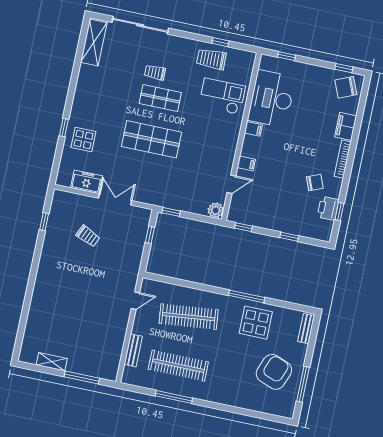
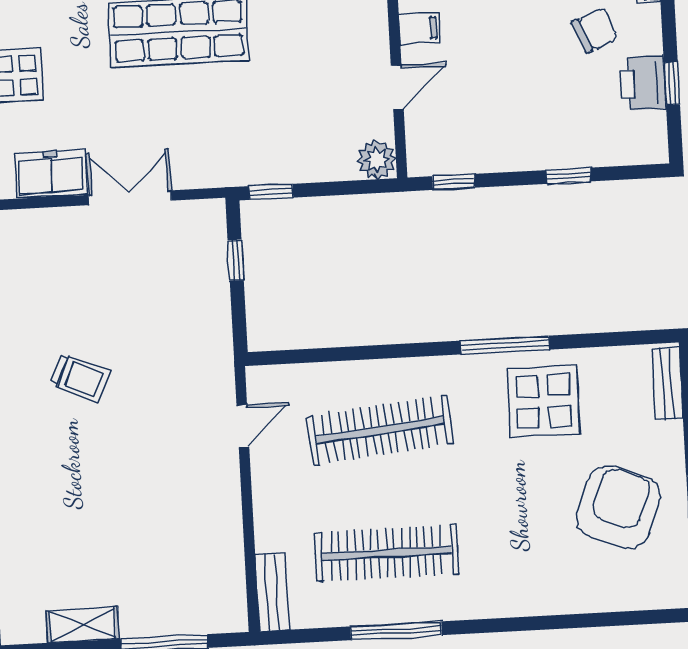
trolley: (88, 236) -> (80, 378), moved
bench: (133, 350) -> (272, 592), moved

